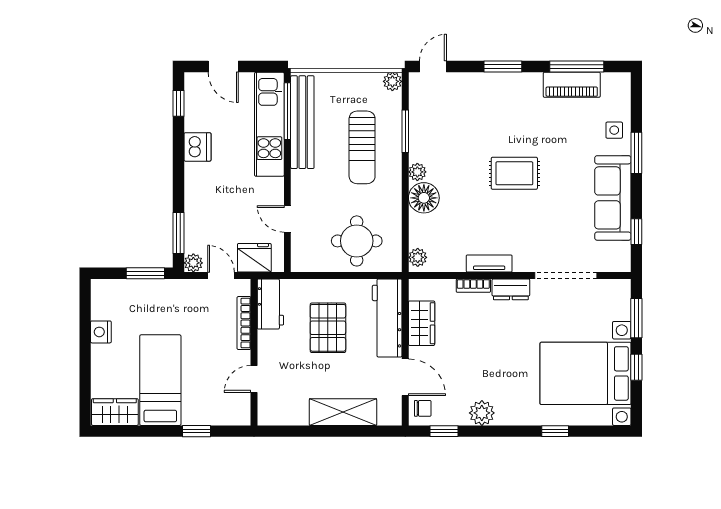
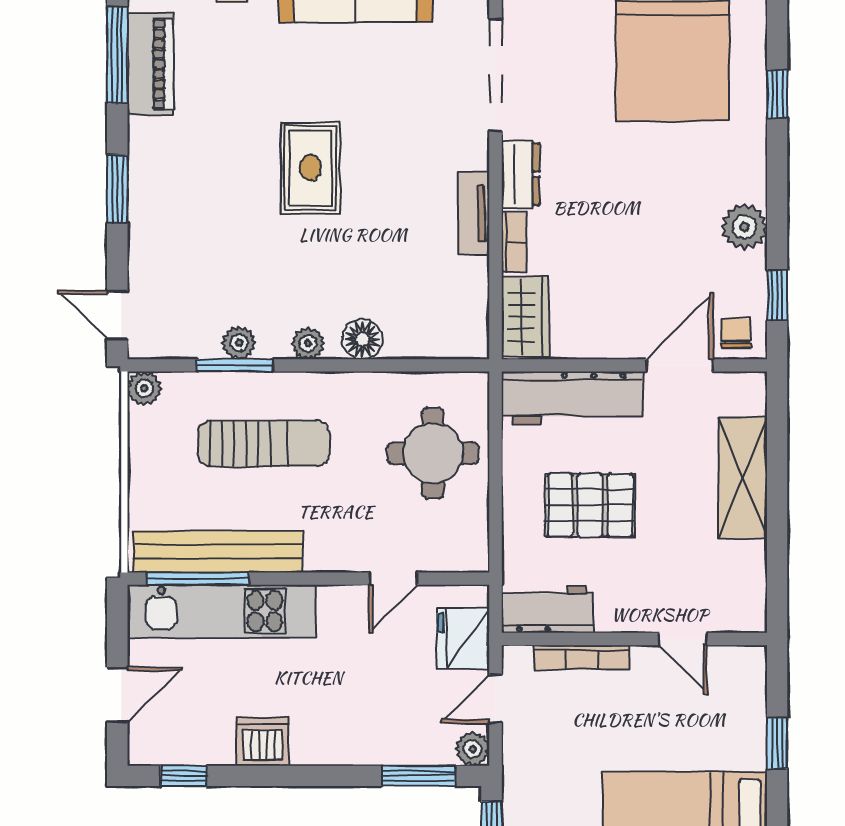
floor lamp: (424, 198) -> (362, 339), width x0.73, depth x0.73
plant: (418, 257) -> (239, 343), moved
wardrobe: (422, 323) -> (525, 317), moved, turned 90

